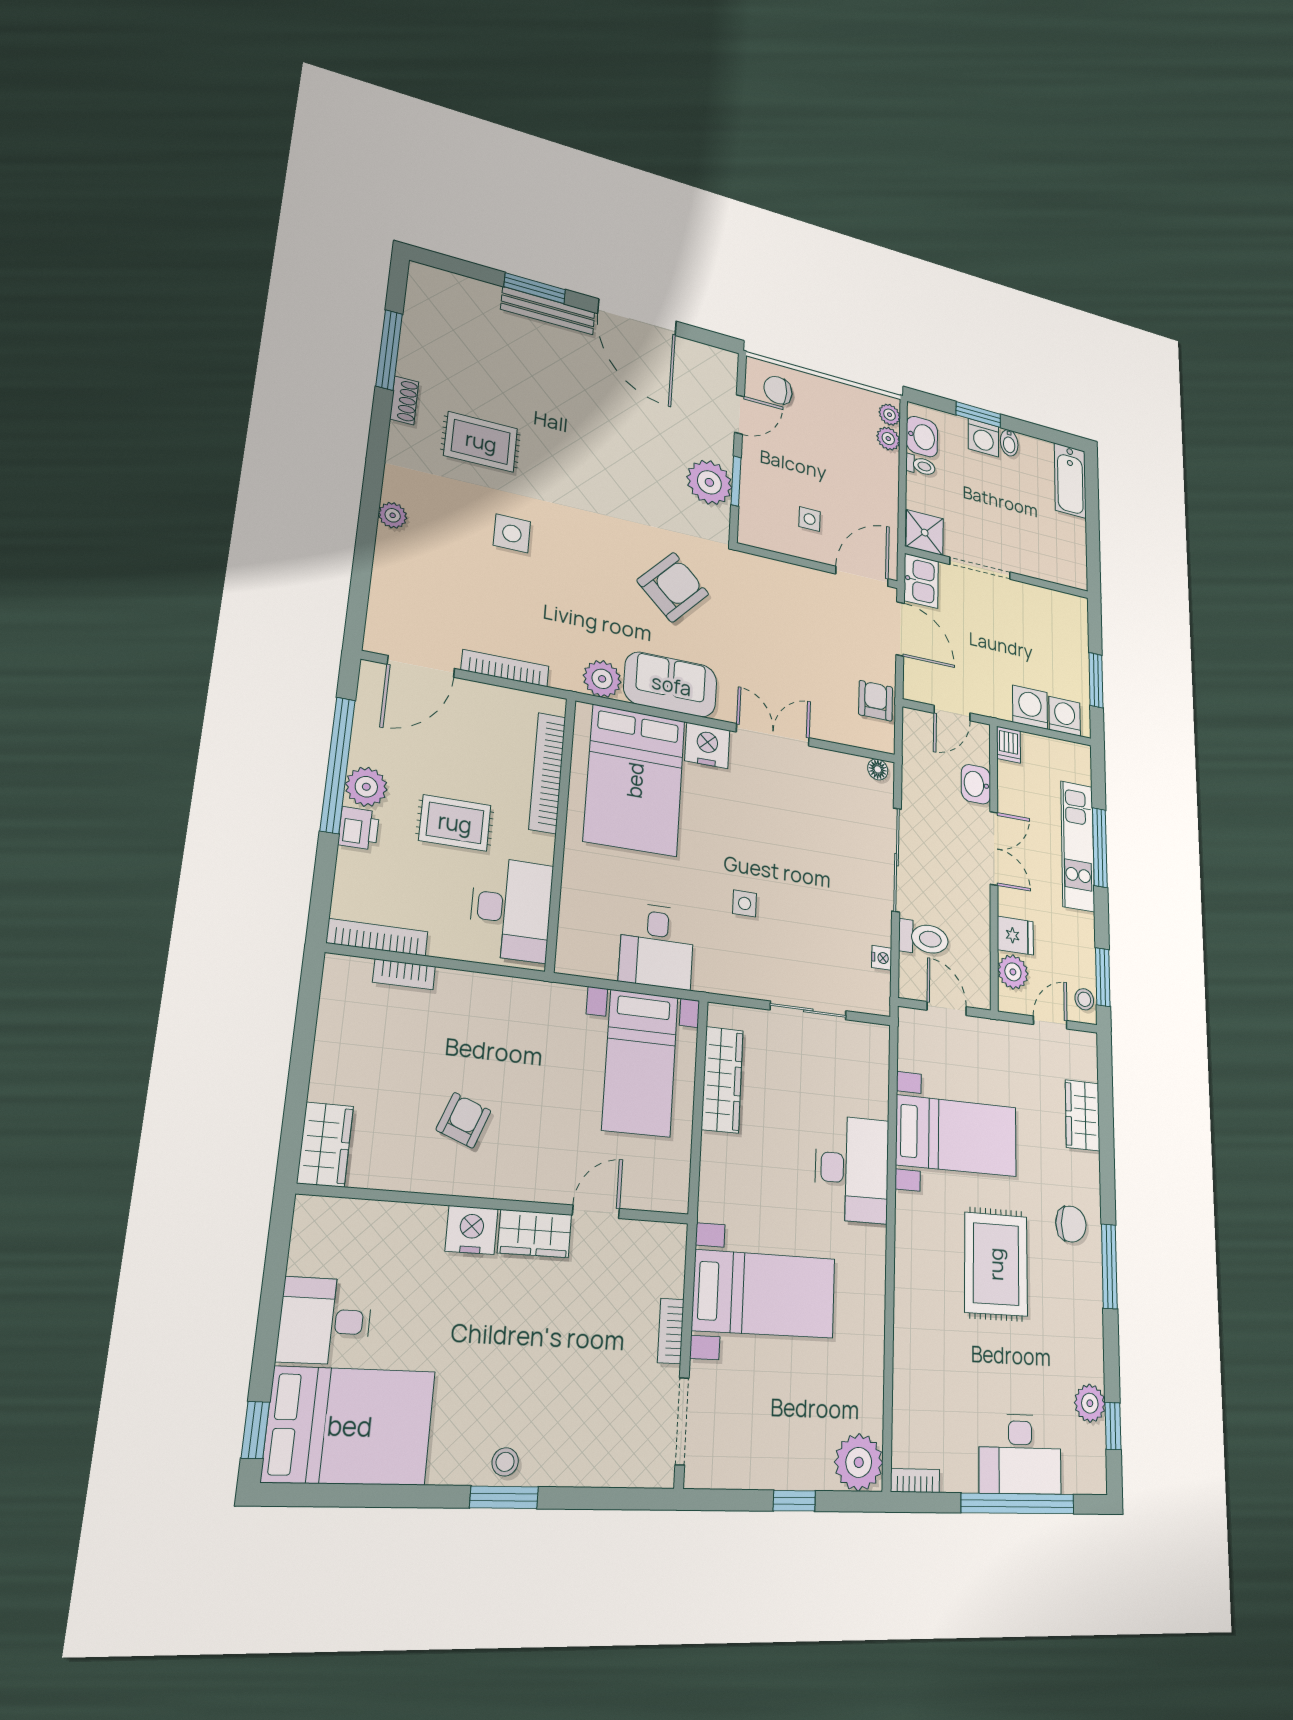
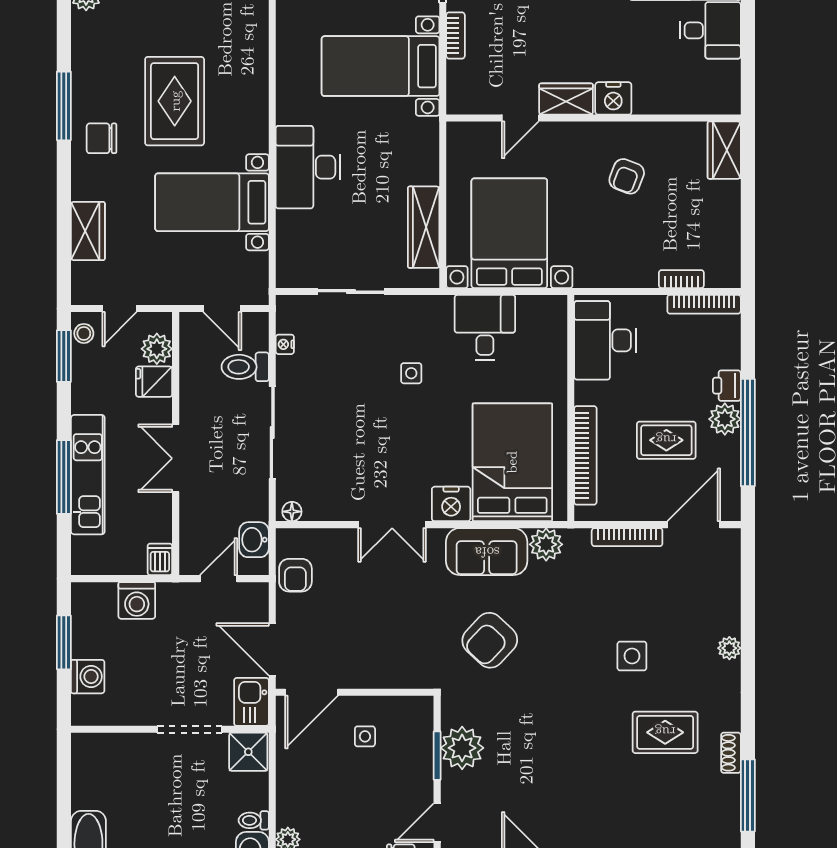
washing machine: (1065, 716) -> (88, 677), moved, turned -90
washbasin: (976, 784) -> (254, 540), moved, turned 180
rug: (455, 823) -> (666, 440), moved
bed with nightstands: (640, 1063) -> (509, 233), width x1.36

